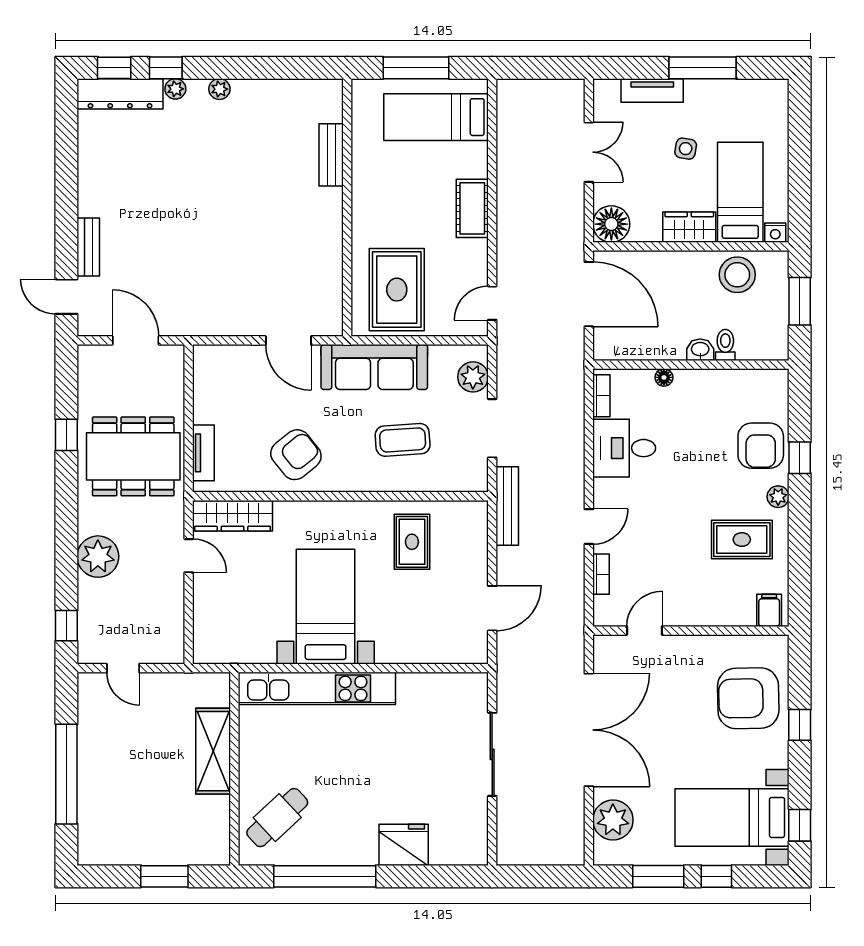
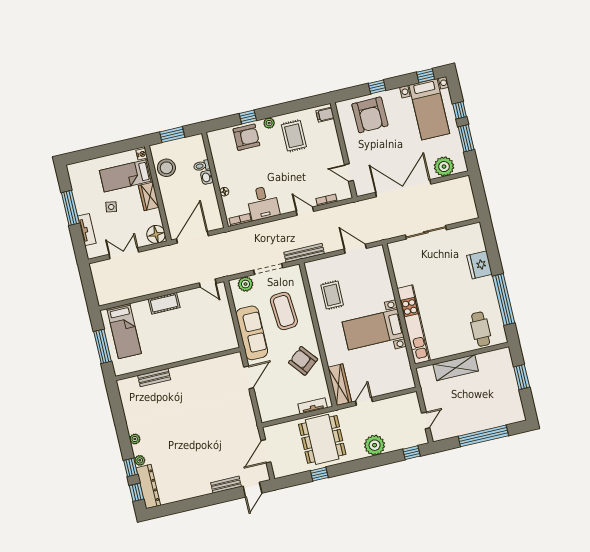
rug: (397, 290) -> (212, 331), removed
coffee table: (403, 440) -> (284, 311), width x1.36, depth x1.32
rug: (412, 542) -> (332, 295), turned 90
cafe table: (277, 818) -> (481, 329), turned 43

